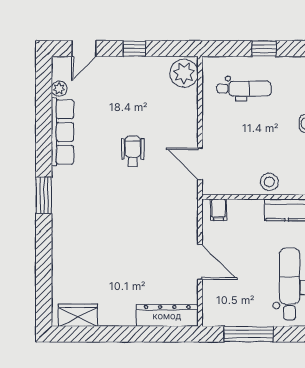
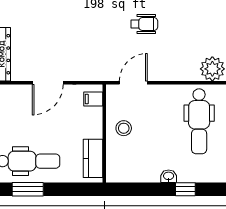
dental chair: (244, 89) -> (199, 121), width x1.36, depth x1.38
stool: (269, 182) -> (124, 128), moved

